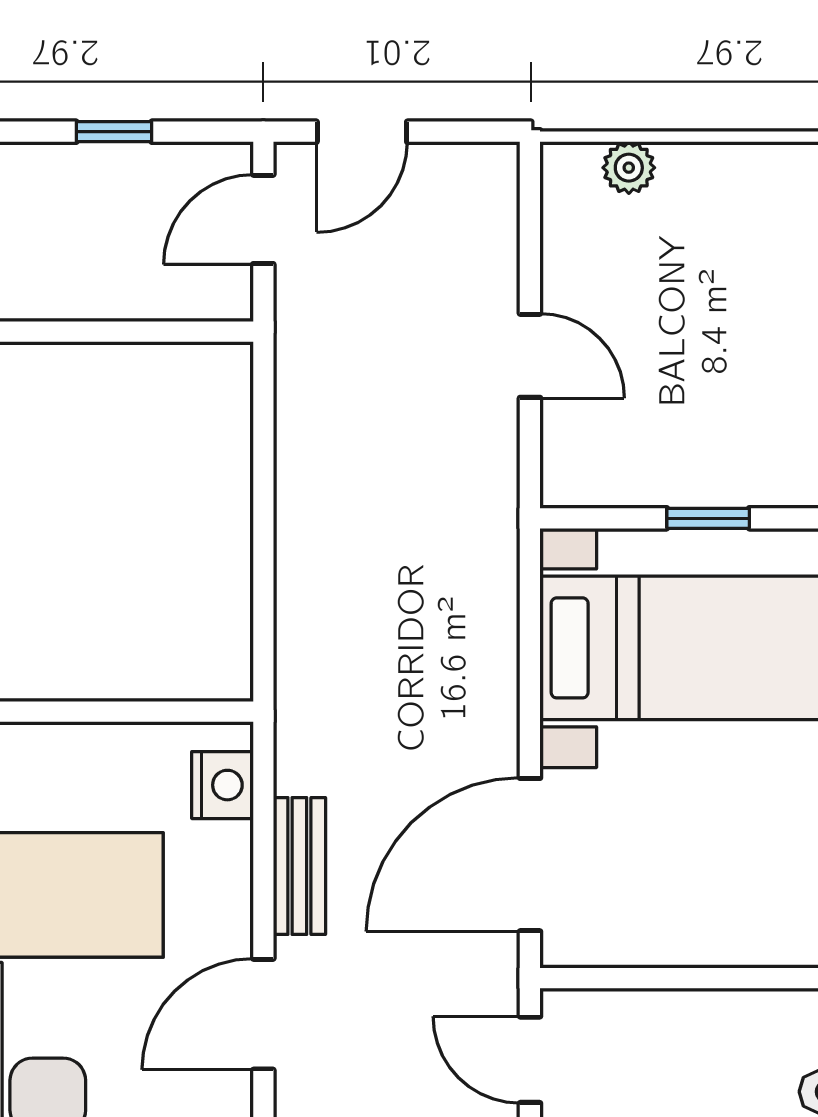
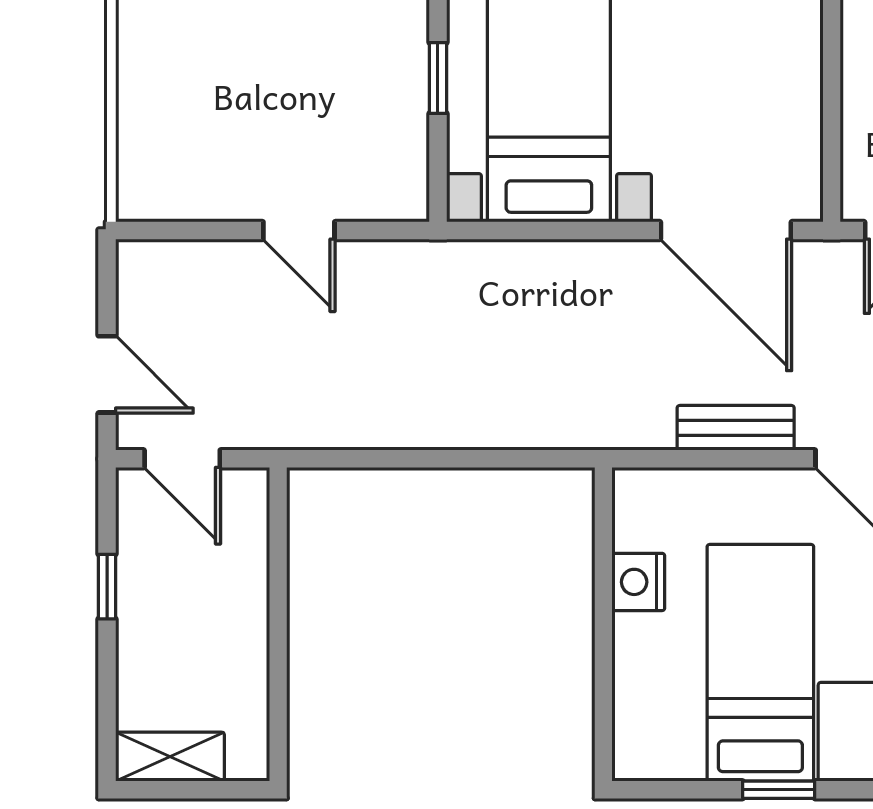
plant: (629, 168) -> (138, 146), removed
door: (530, 356) -> (299, 231), swing flipped
nightstand: (222, 785) -> (638, 582), moved, turned -90

